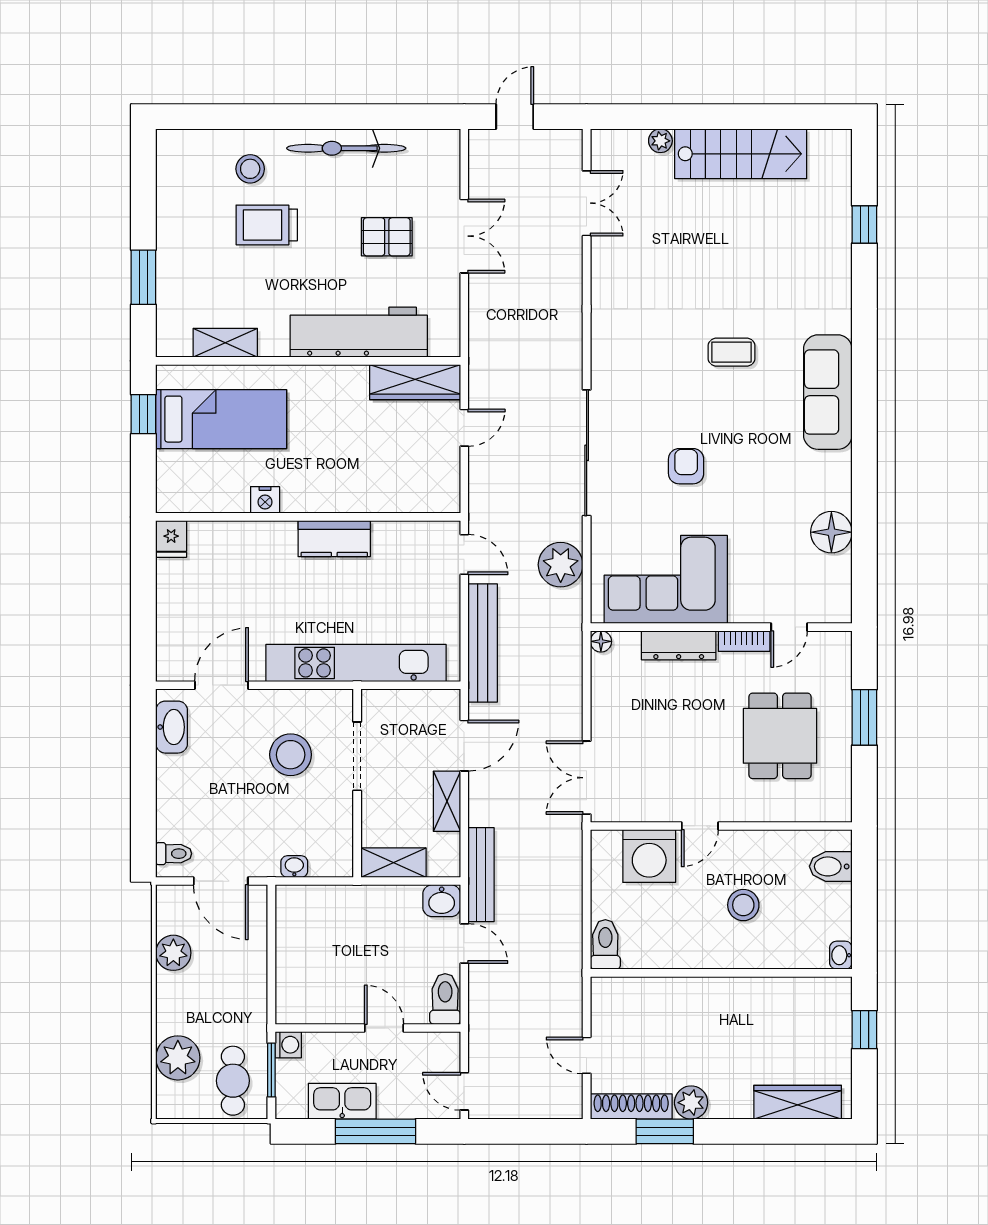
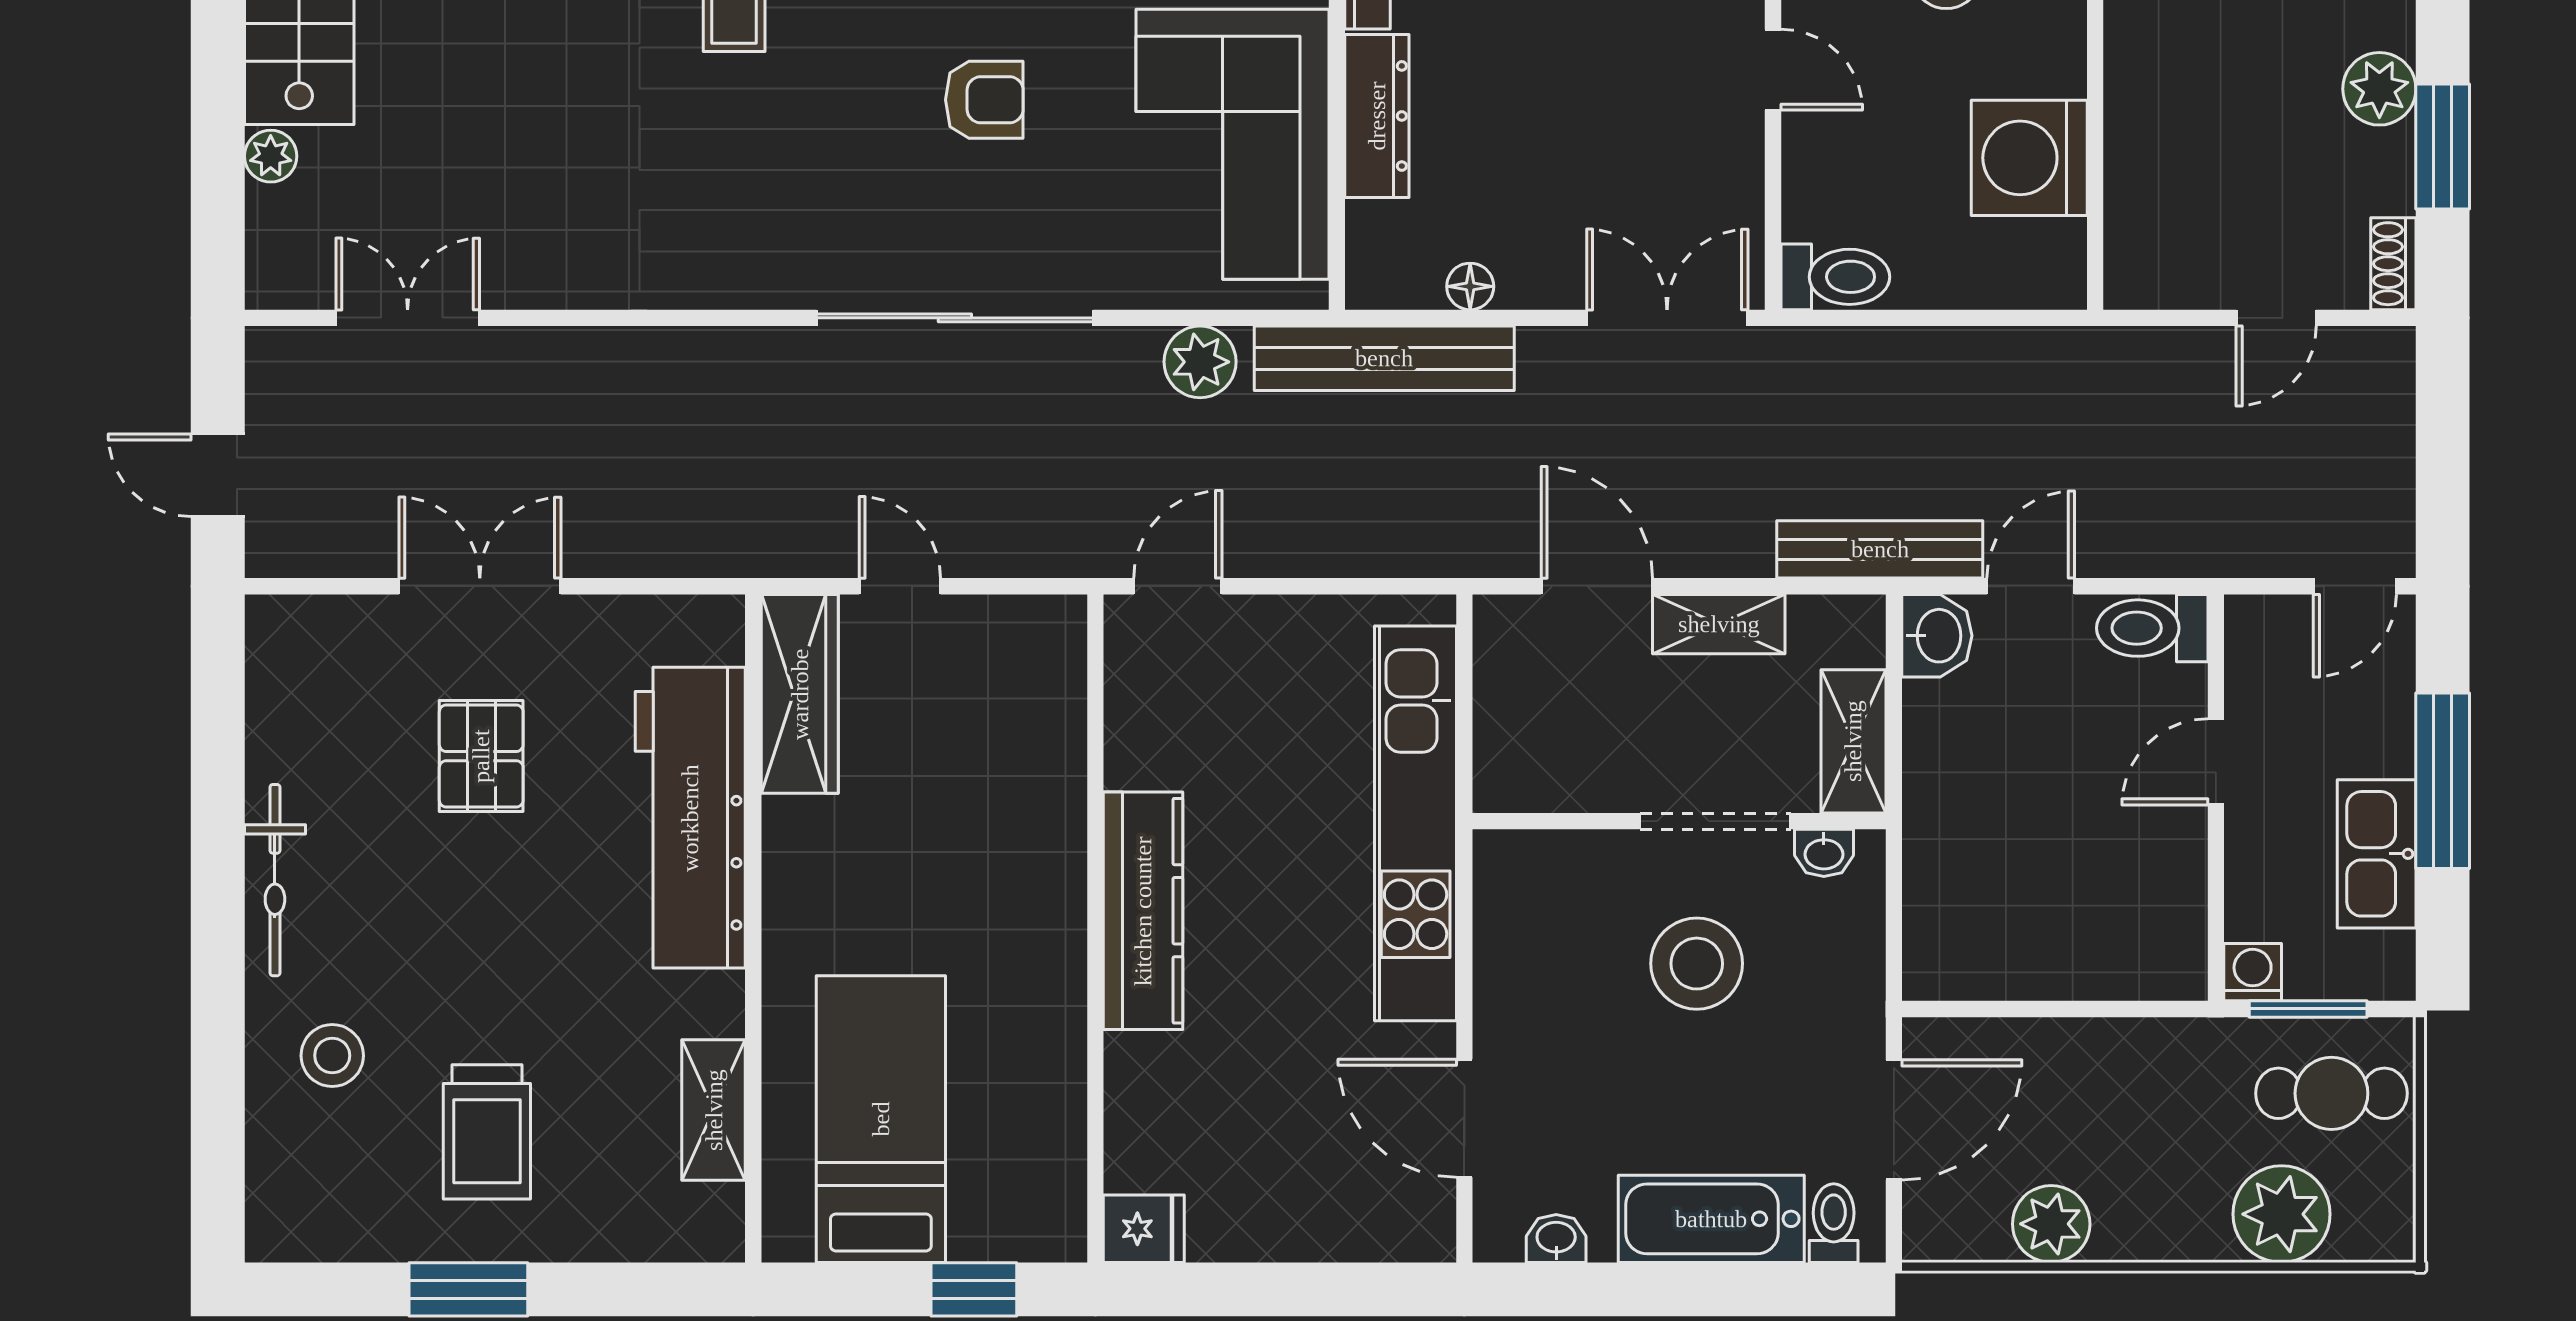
bicycle: (346, 148) -> (275, 880), width x0.73, depth x0.71
trolley: (267, 225) -> (487, 1132), moved
window: (143, 277) -> (468, 1289), moved
window: (143, 414) -> (974, 1289), moved
armchair: (686, 466) -> (984, 100), turned 180
nightstand: (265, 500) -> (1058, 1023), removed
kitchen counter: (334, 539) -> (1143, 911), width x1.50
plant: (561, 565) -> (1200, 362), width x0.73, depth x0.73
floor lamp: (601, 641) -> (1470, 286), moved
bench: (483, 643) -> (1384, 358), moved
washbasin: (172, 727) -> (1556, 1239), width x0.52, depth x0.69
stool: (291, 755) -> (1697, 964), moved
doorway: (357, 756) -> (1715, 821), moved
double door: (587, 778) -> (1667, 318), swing flipped
bathtub: (176, 798) -> (1711, 1219), added
washing machine: (649, 856) -> (2029, 158), moved, turned 180
washbasin: (294, 867) -> (1824, 853), moved, turned -90
toilet: (605, 944) -> (1835, 277), moved, turned 180
shoe rack: (631, 1107) -> (2393, 264), width x0.51, depth x0.81

